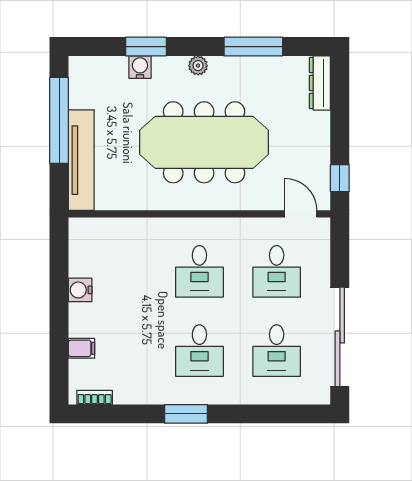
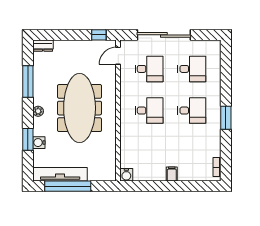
dresser: (320, 83) -> (43, 46), width x0.70
tv unit: (81, 160) -> (60, 174), moved
water cooler: (80, 290) -> (126, 175), moved
sliding door: (340, 337) -> (164, 35), moved
filing cabinet: (82, 348) -> (172, 174), moved

